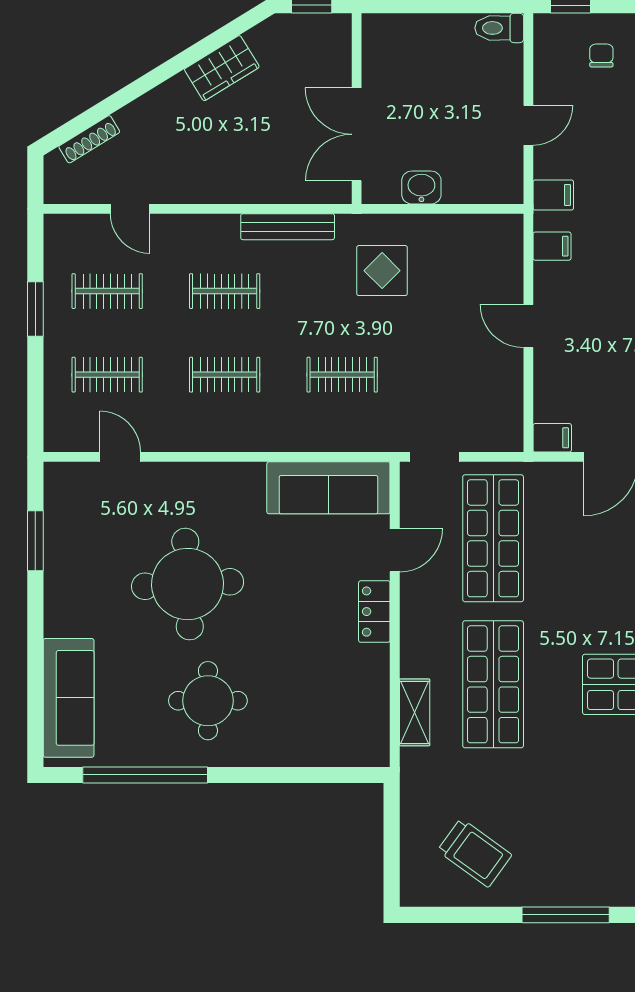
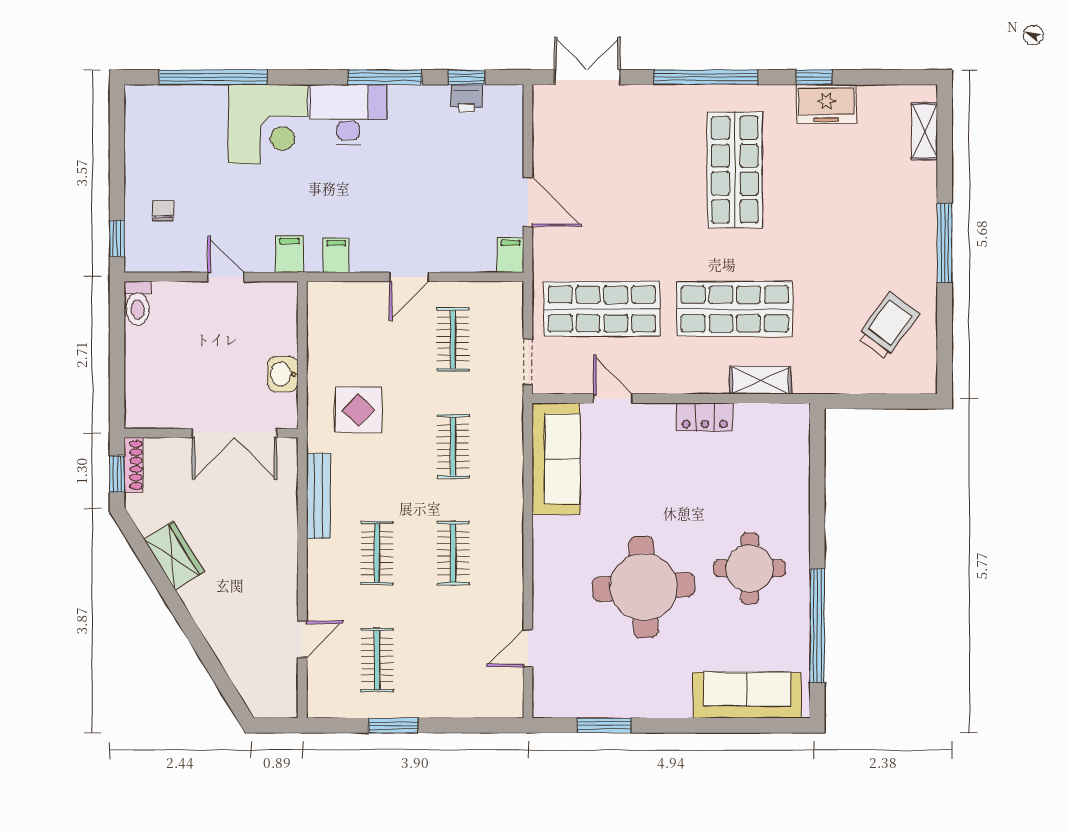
chair: (601, 55) -> (163, 210), turned 90
shoe rack: (89, 139) -> (134, 465), moved, turned 32
clothes rail: (107, 375) -> (453, 339), moved
locker: (374, 612) -> (705, 417), moved

